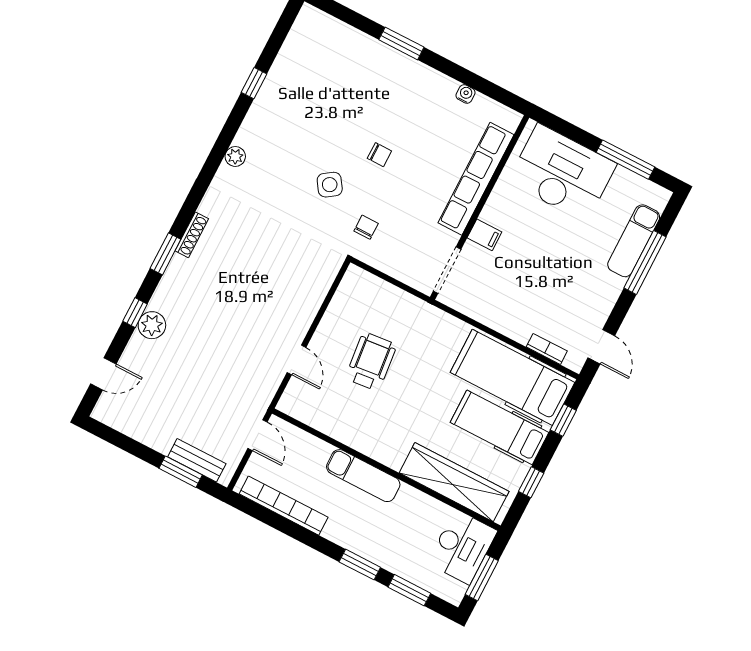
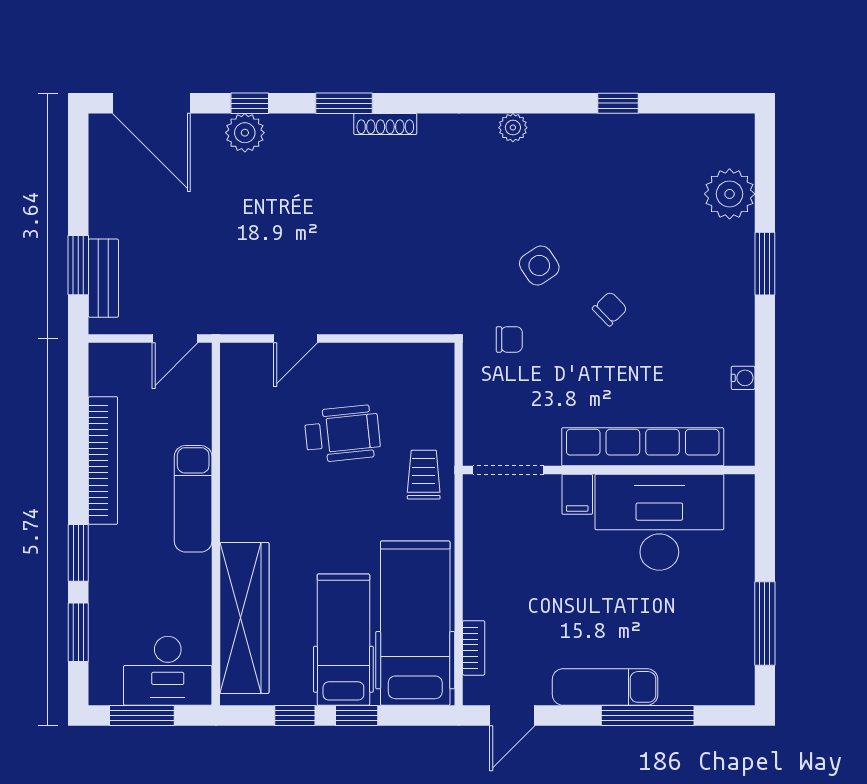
plant: (347, 43) -> (730, 194), added
chair: (379, 155) -> (610, 309), turned -134
desk: (562, 173) -> (659, 522), moved, turned -90
exam couch: (634, 241) -> (605, 687), moved
trolley: (423, 324) -> (424, 475), added
door: (103, 374) -> (151, 103), width x1.88
window: (563, 420) -> (357, 716), moved
bookcase: (284, 506) -> (103, 460), moved

